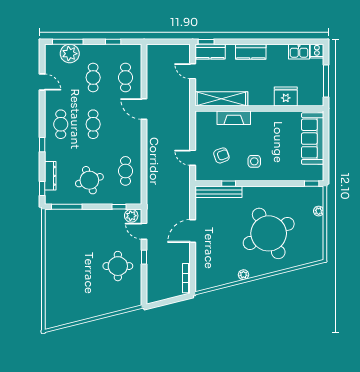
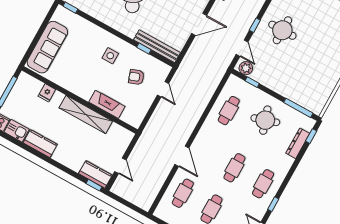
kitchen counter: (251, 52) -> (40, 144), moved
fridge: (286, 96) -> (47, 93), width x0.53, depth x0.75
shelving: (221, 99) -> (86, 114), moved
window: (42, 145) -> (273, 204), moved

